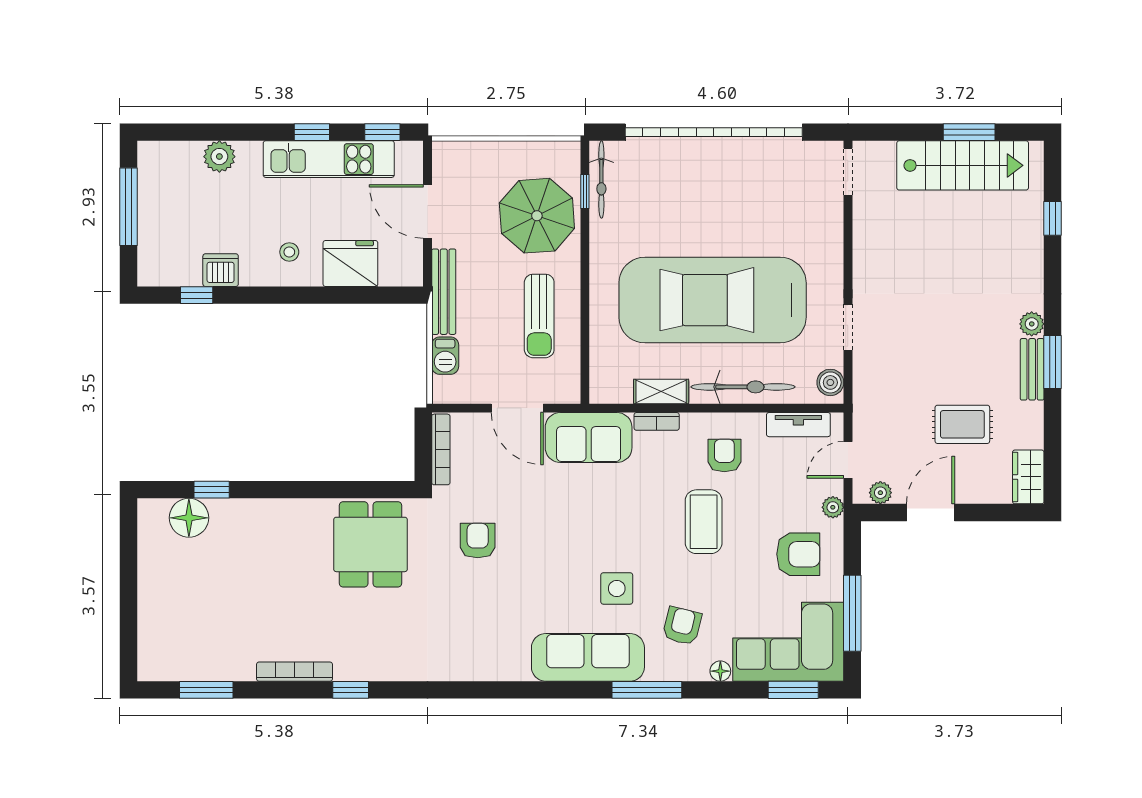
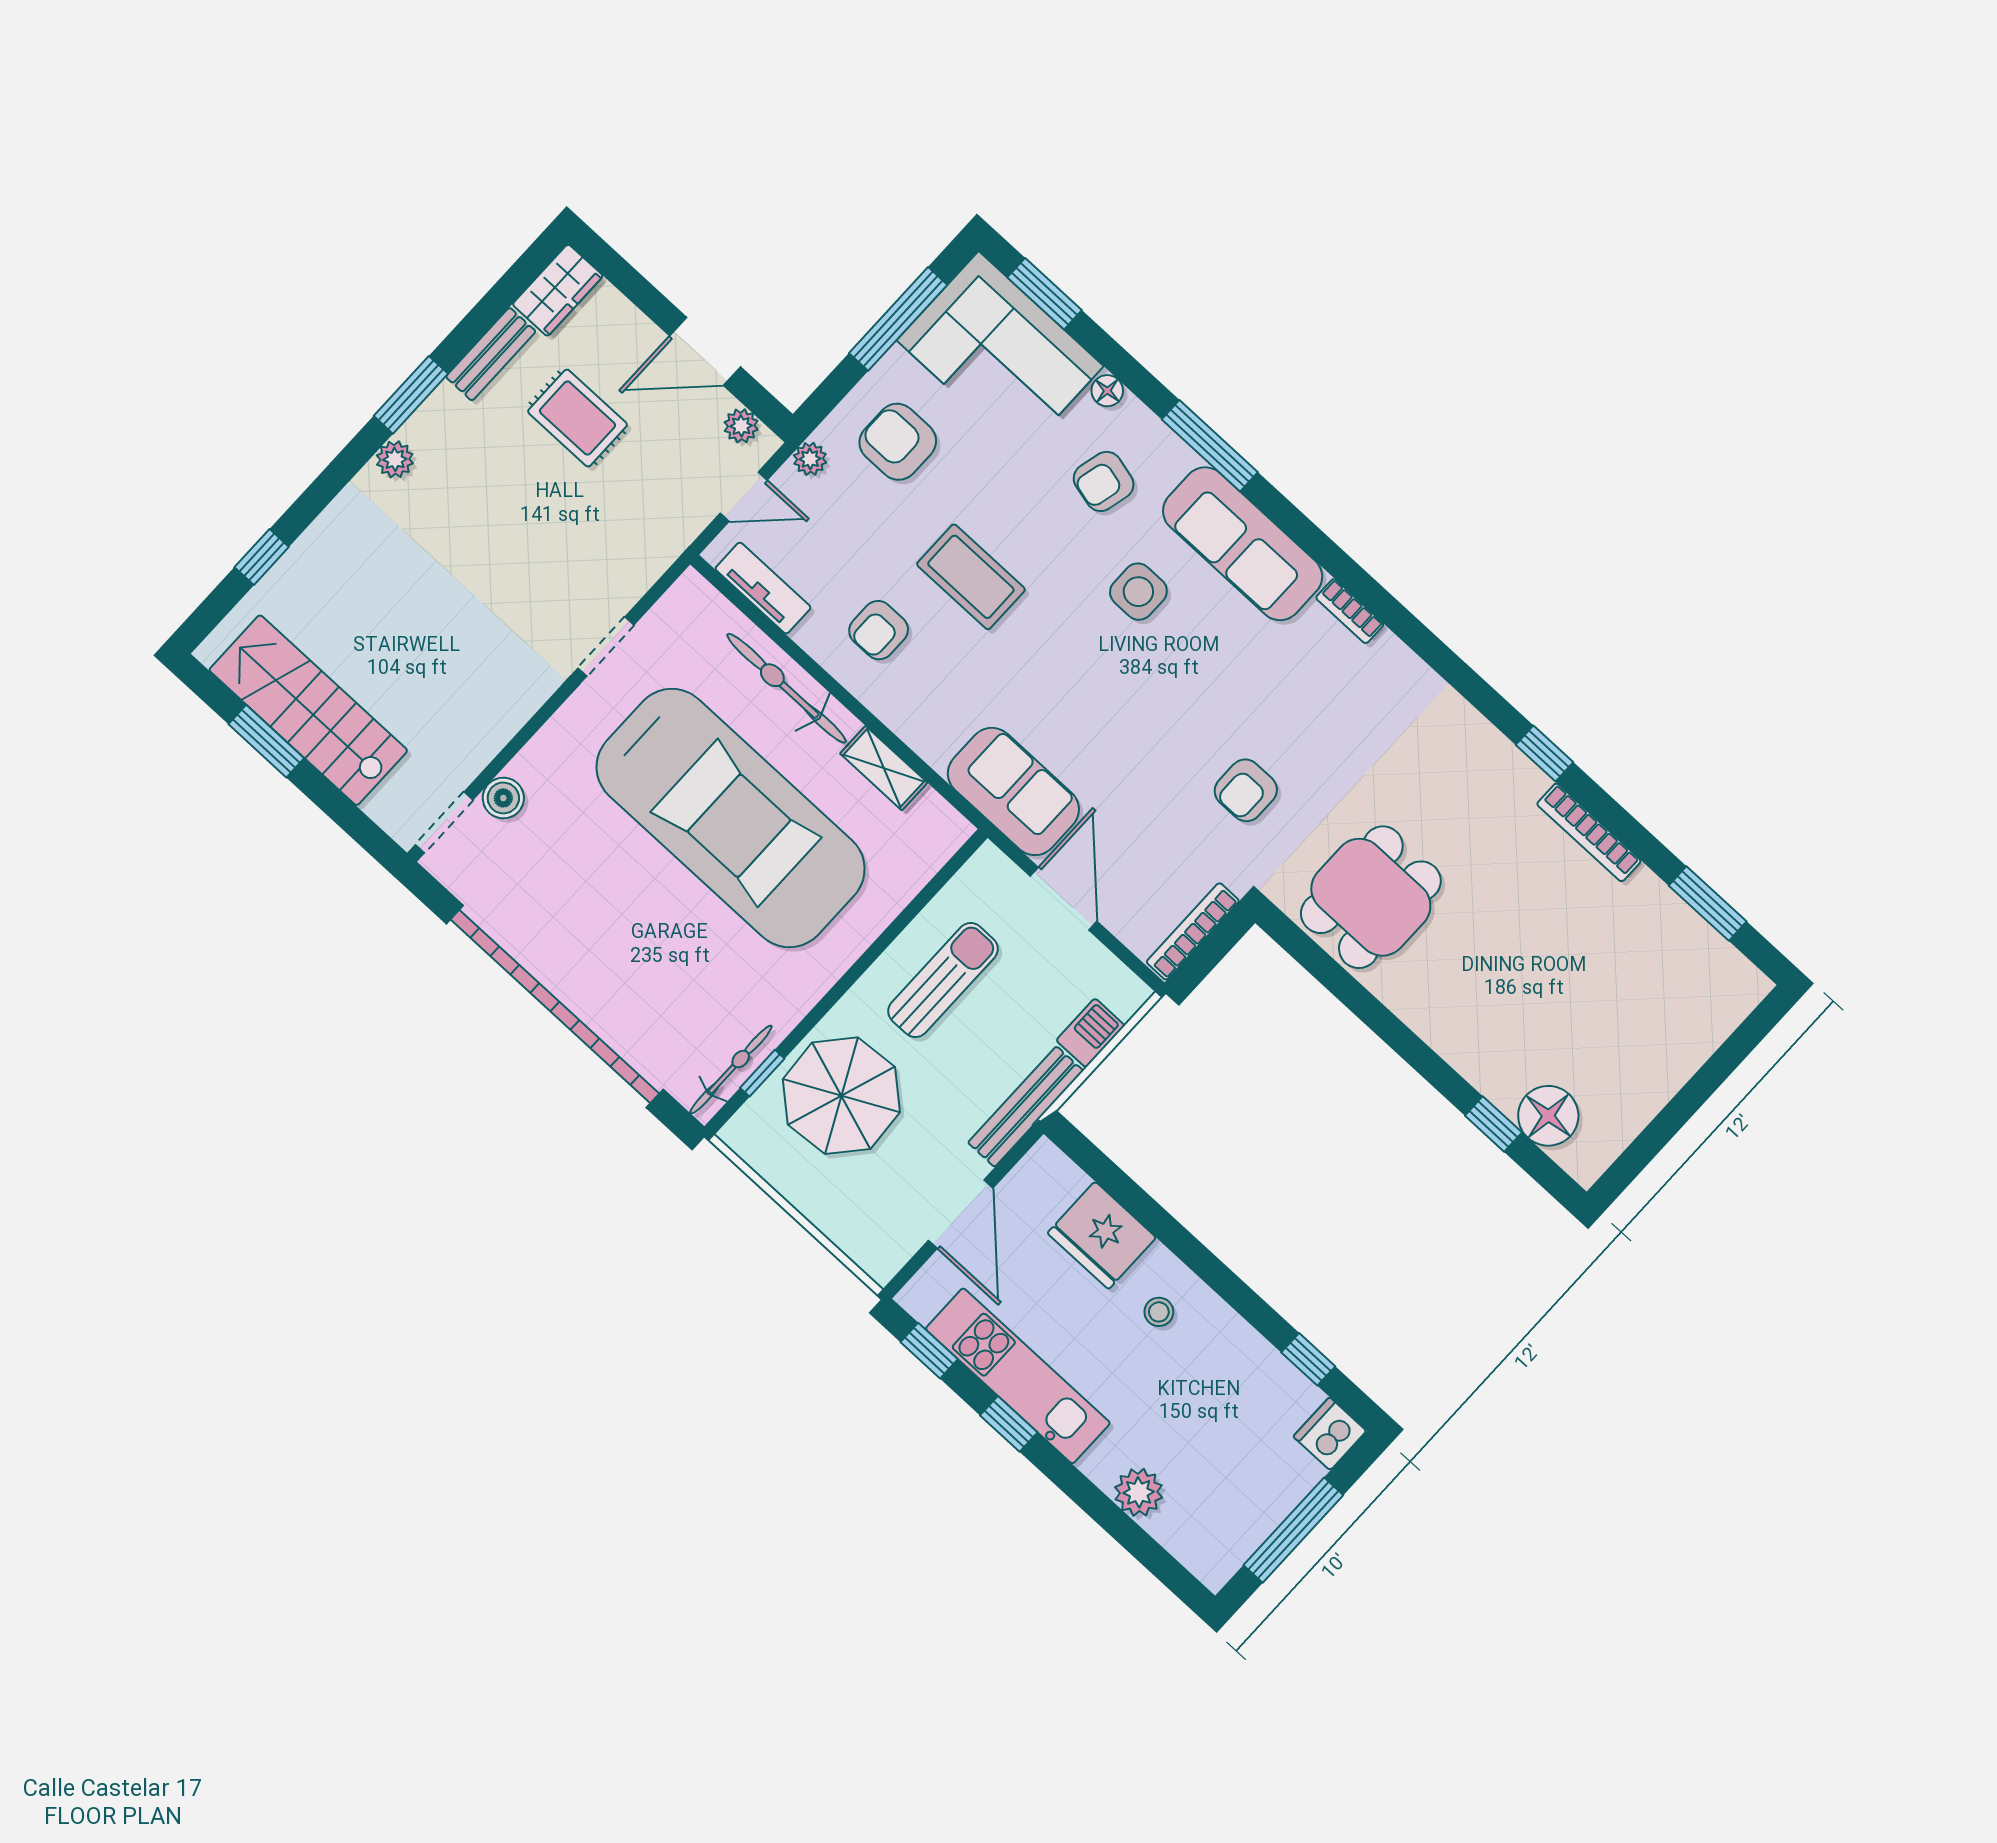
dishwasher: (221, 270) -> (1330, 1434), moved, turned 90
bench: (1032, 369) -> (491, 354), moved
boiler: (830, 382) -> (503, 798), moved
bookcase: (657, 421) -> (1350, 611), moved, turned 180
coffee table: (704, 522) -> (971, 577), turned 90

